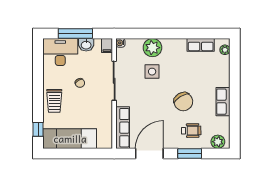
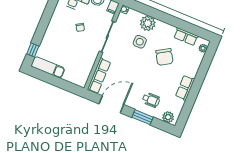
trolley: (54, 101) -> (55, 33), removed
chair: (183, 102) -> (164, 57), moved
exam couch: (70, 139) -> (48, 67), width x0.73, depth x0.69

